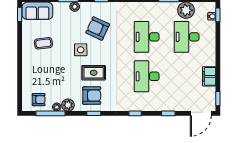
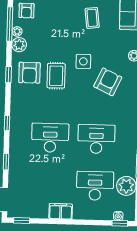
filing cabinet: (209, 76) -> (61, 211), moved

